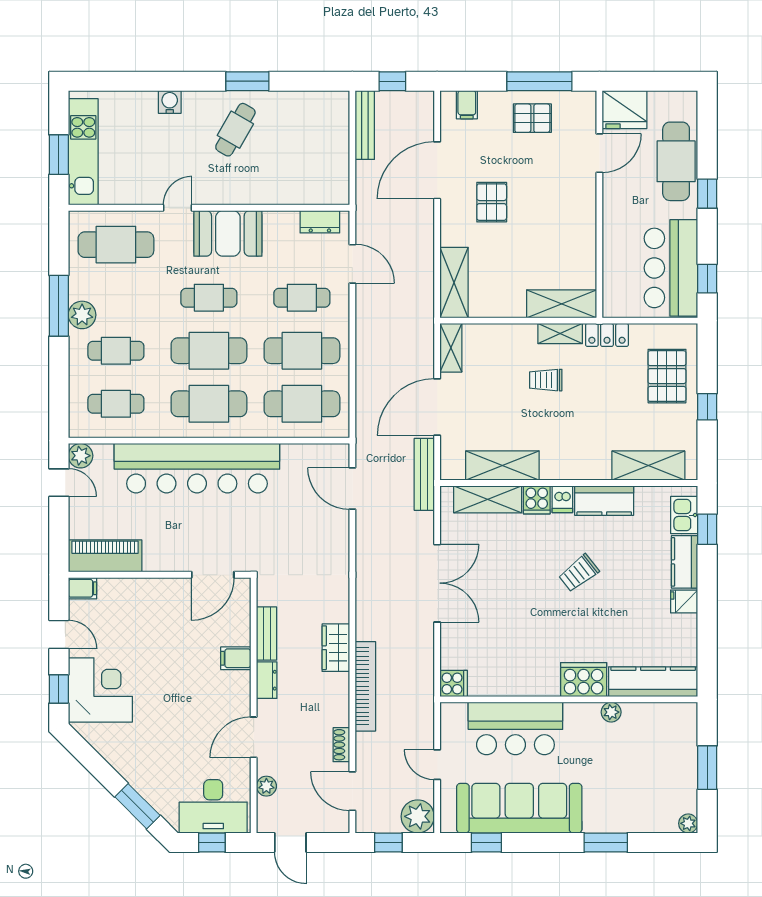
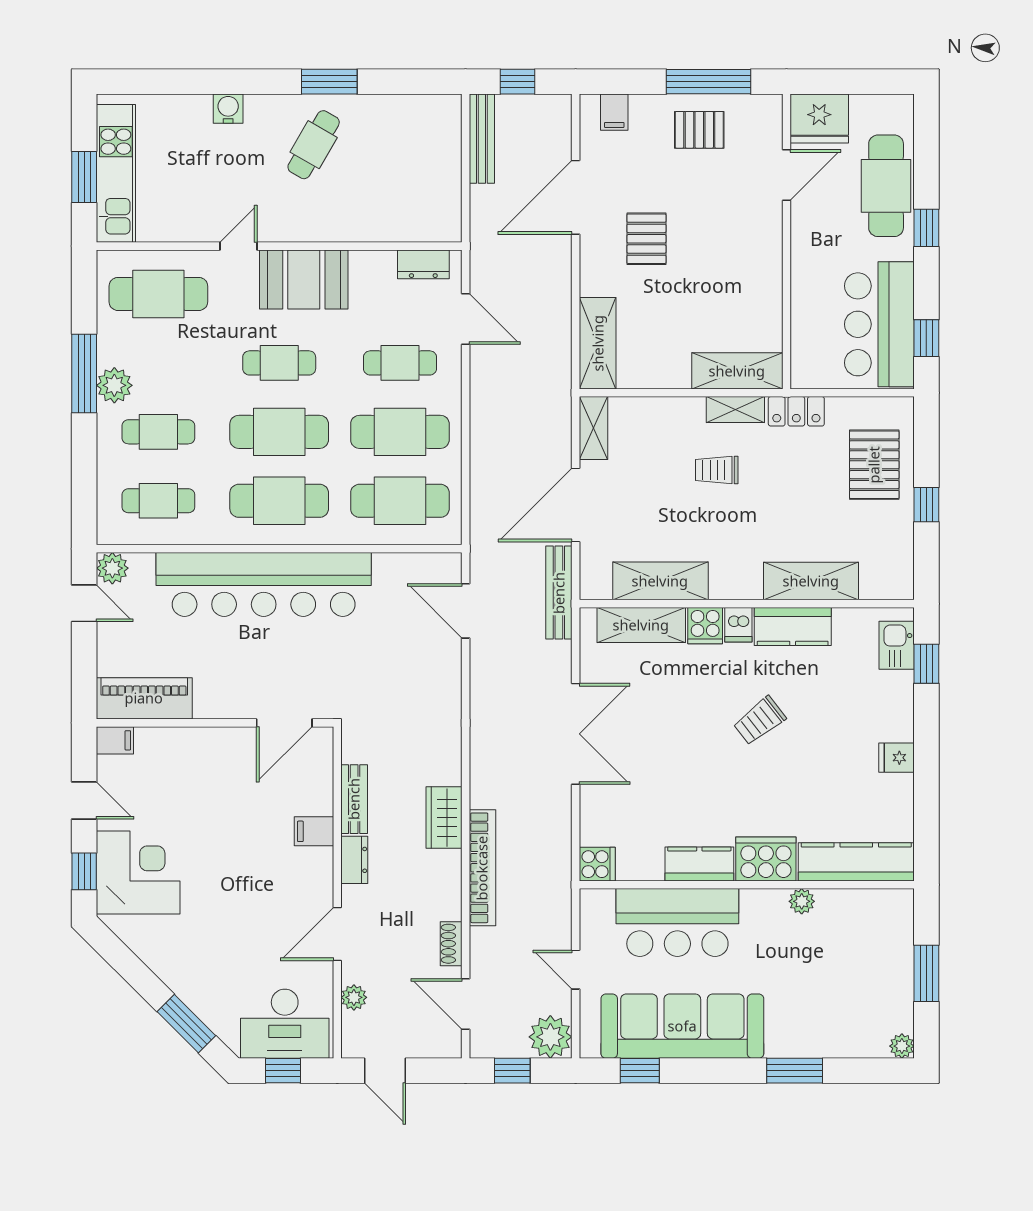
shelving: (648, 466) -> (811, 581), moved
kitchen counter: (685, 562) -> (699, 864), moved, turned 90

